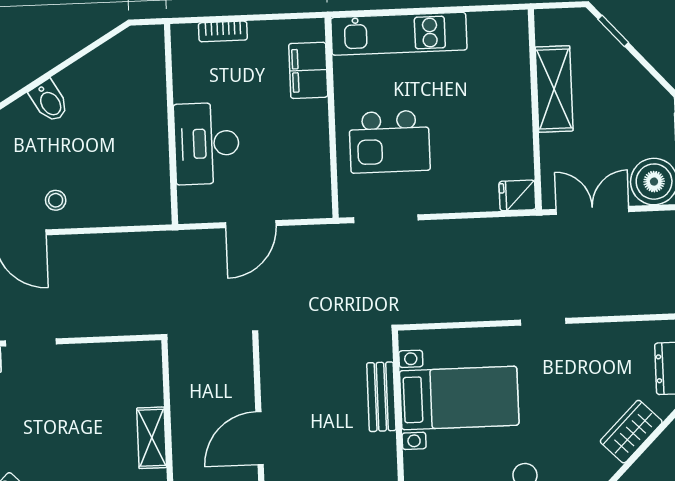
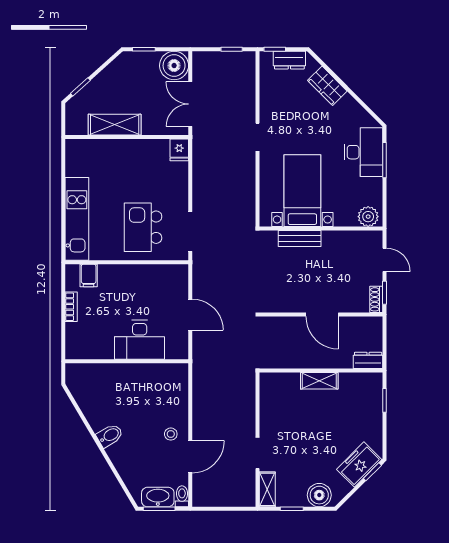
bookcase: (223, 31) -> (71, 307), moved
filing cabinet: (308, 70) -> (89, 275), width x0.50
kitchen island: (390, 142) -> (143, 227), turned 180

